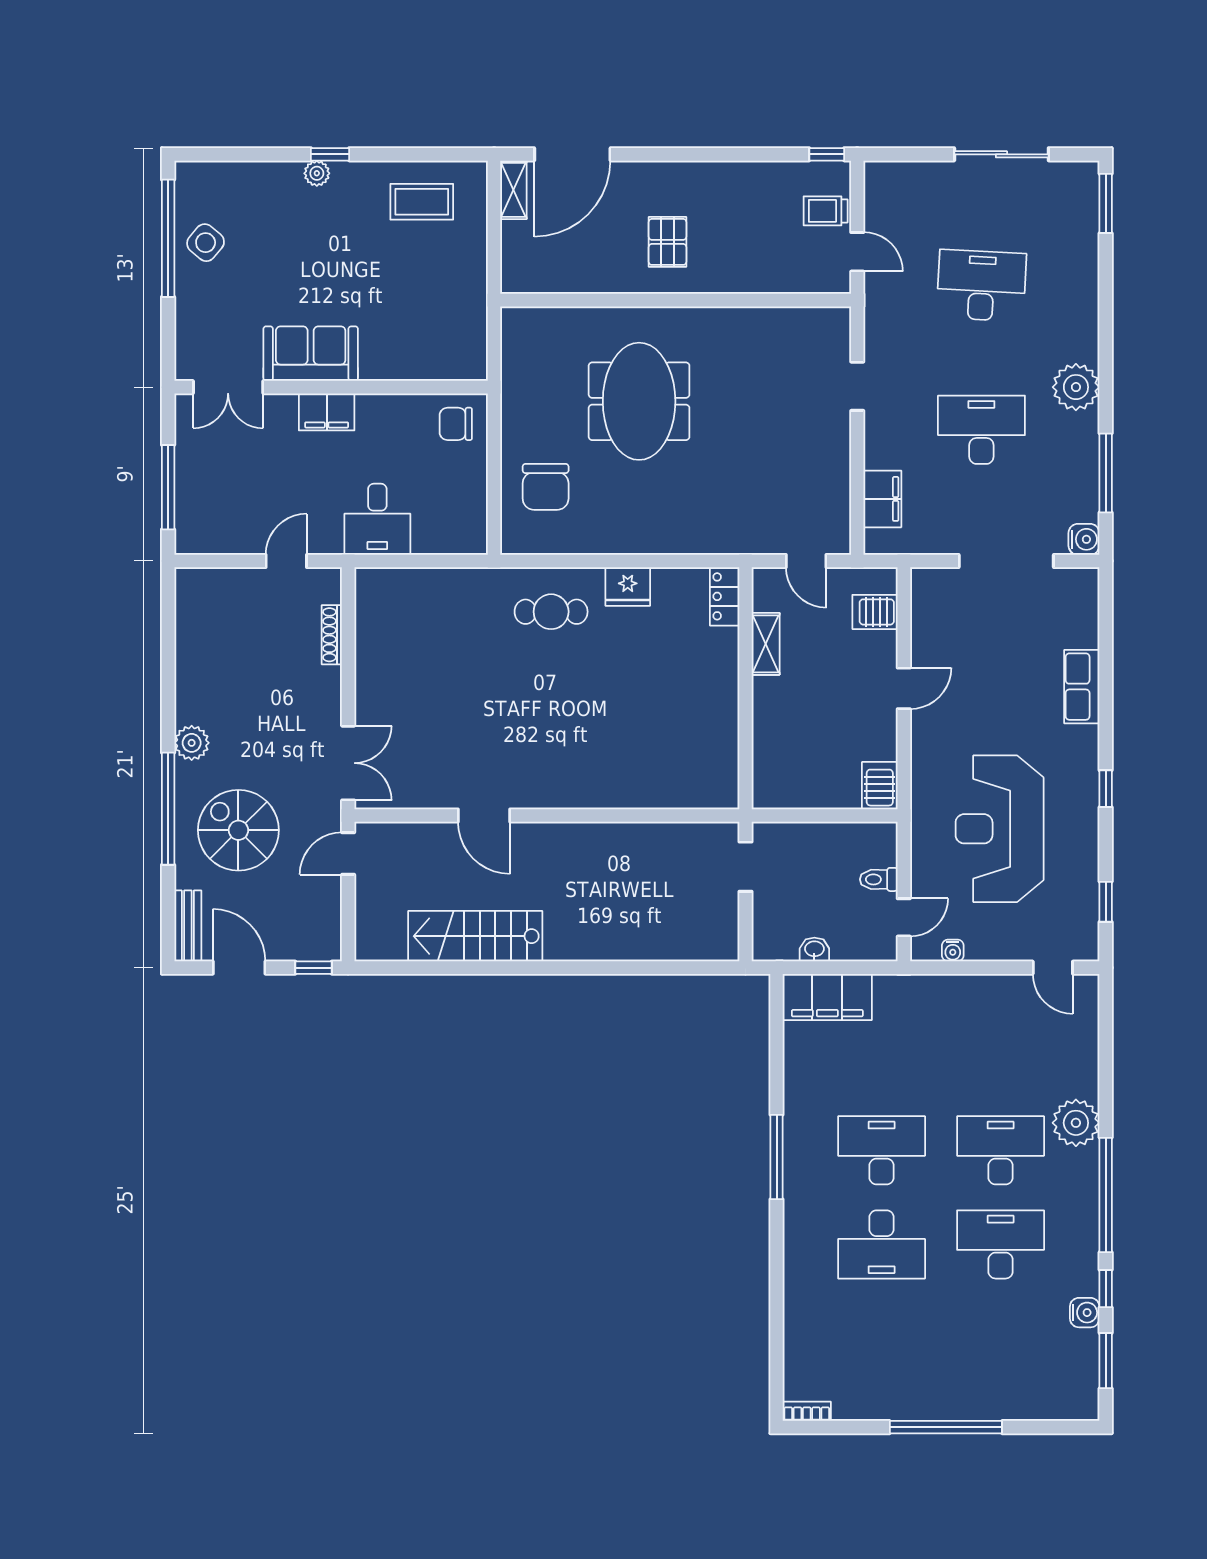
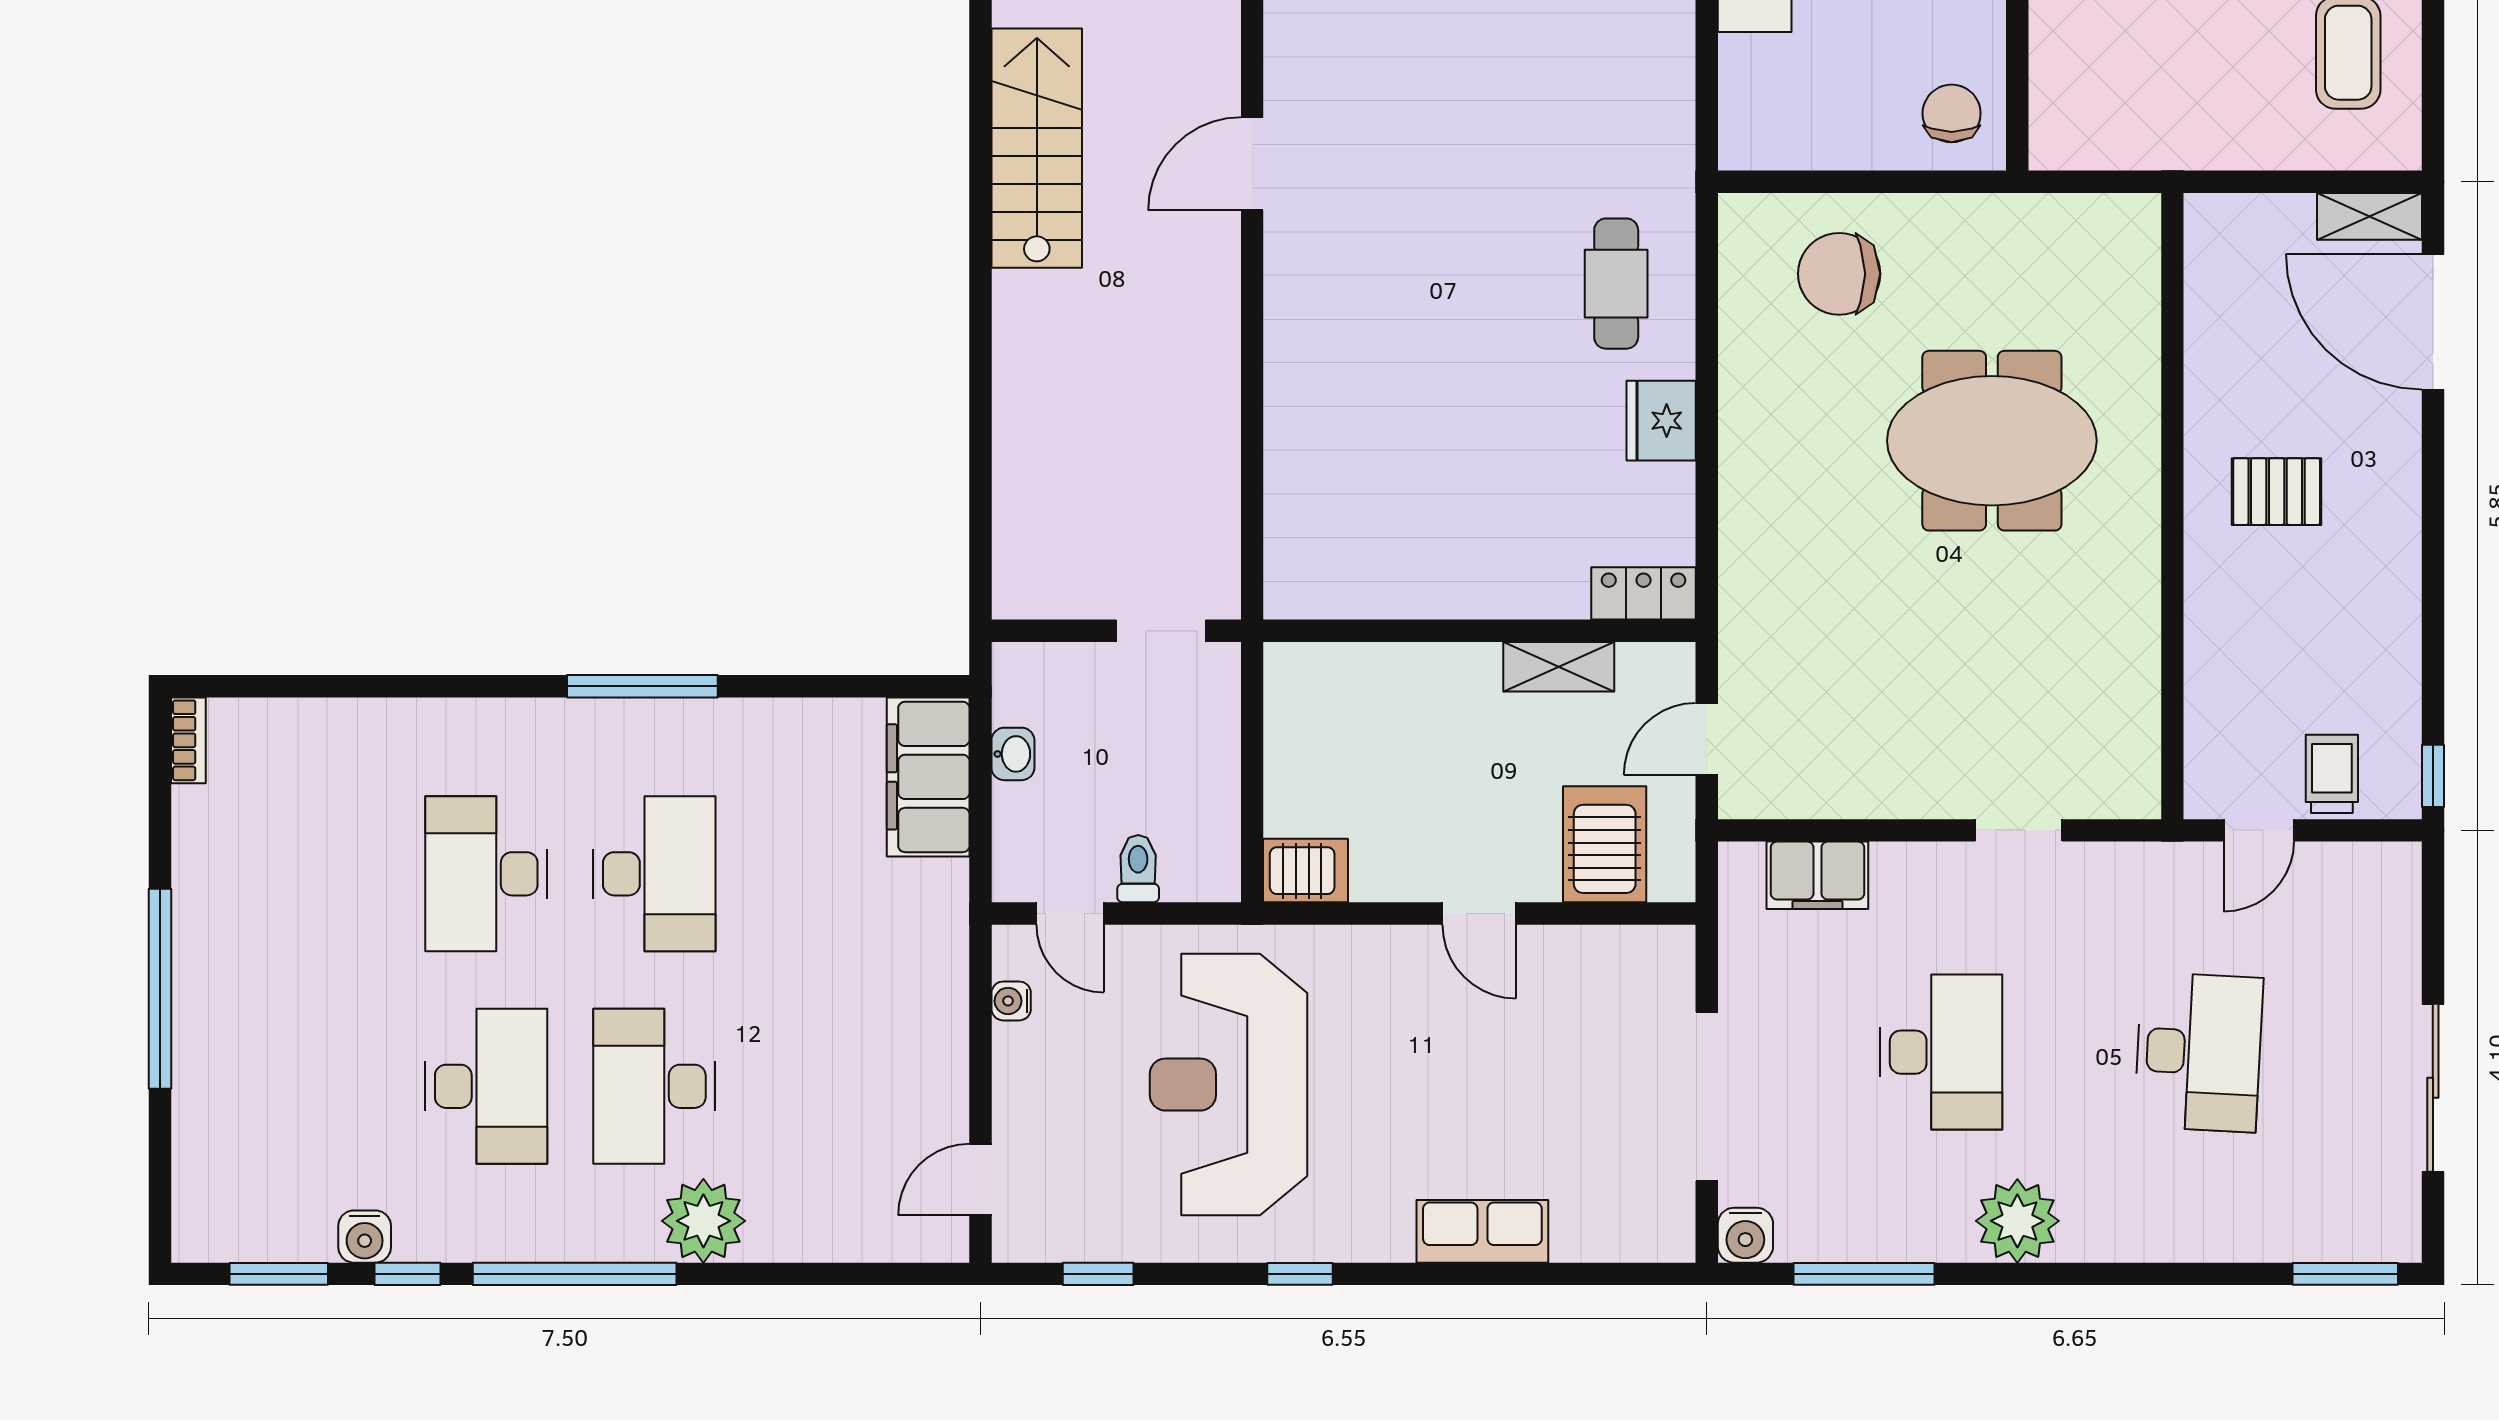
server rack: (875, 612) -> (1605, 844), width x1.36, depth x1.44
reception desk: (1000, 829) -> (1228, 1085), turned -90
desk: (1001, 1150) -> (654, 1086), turned 180

